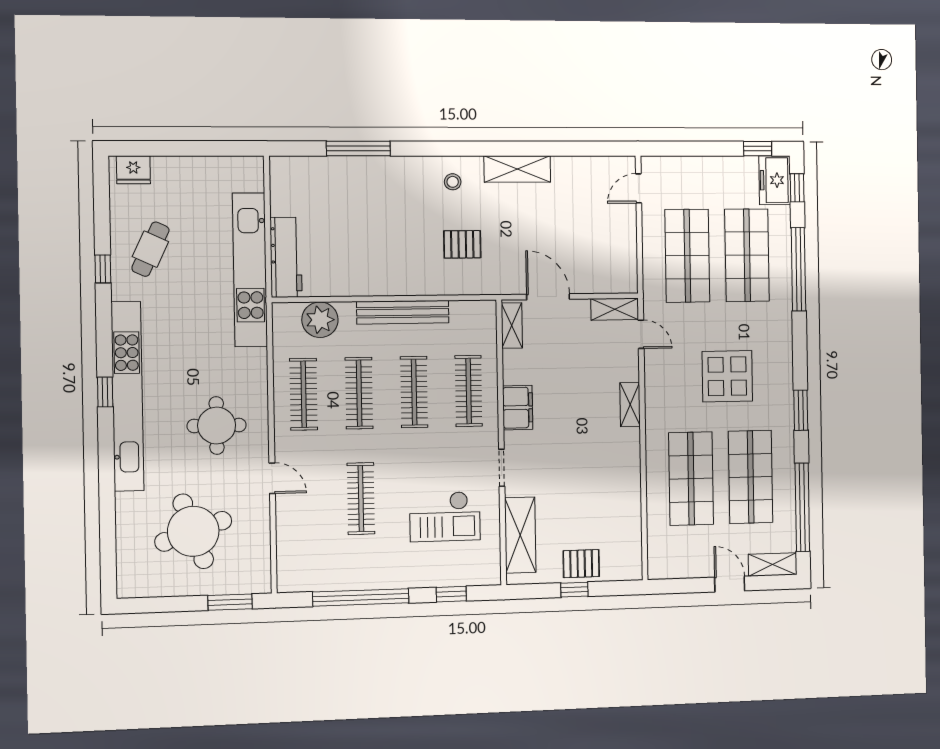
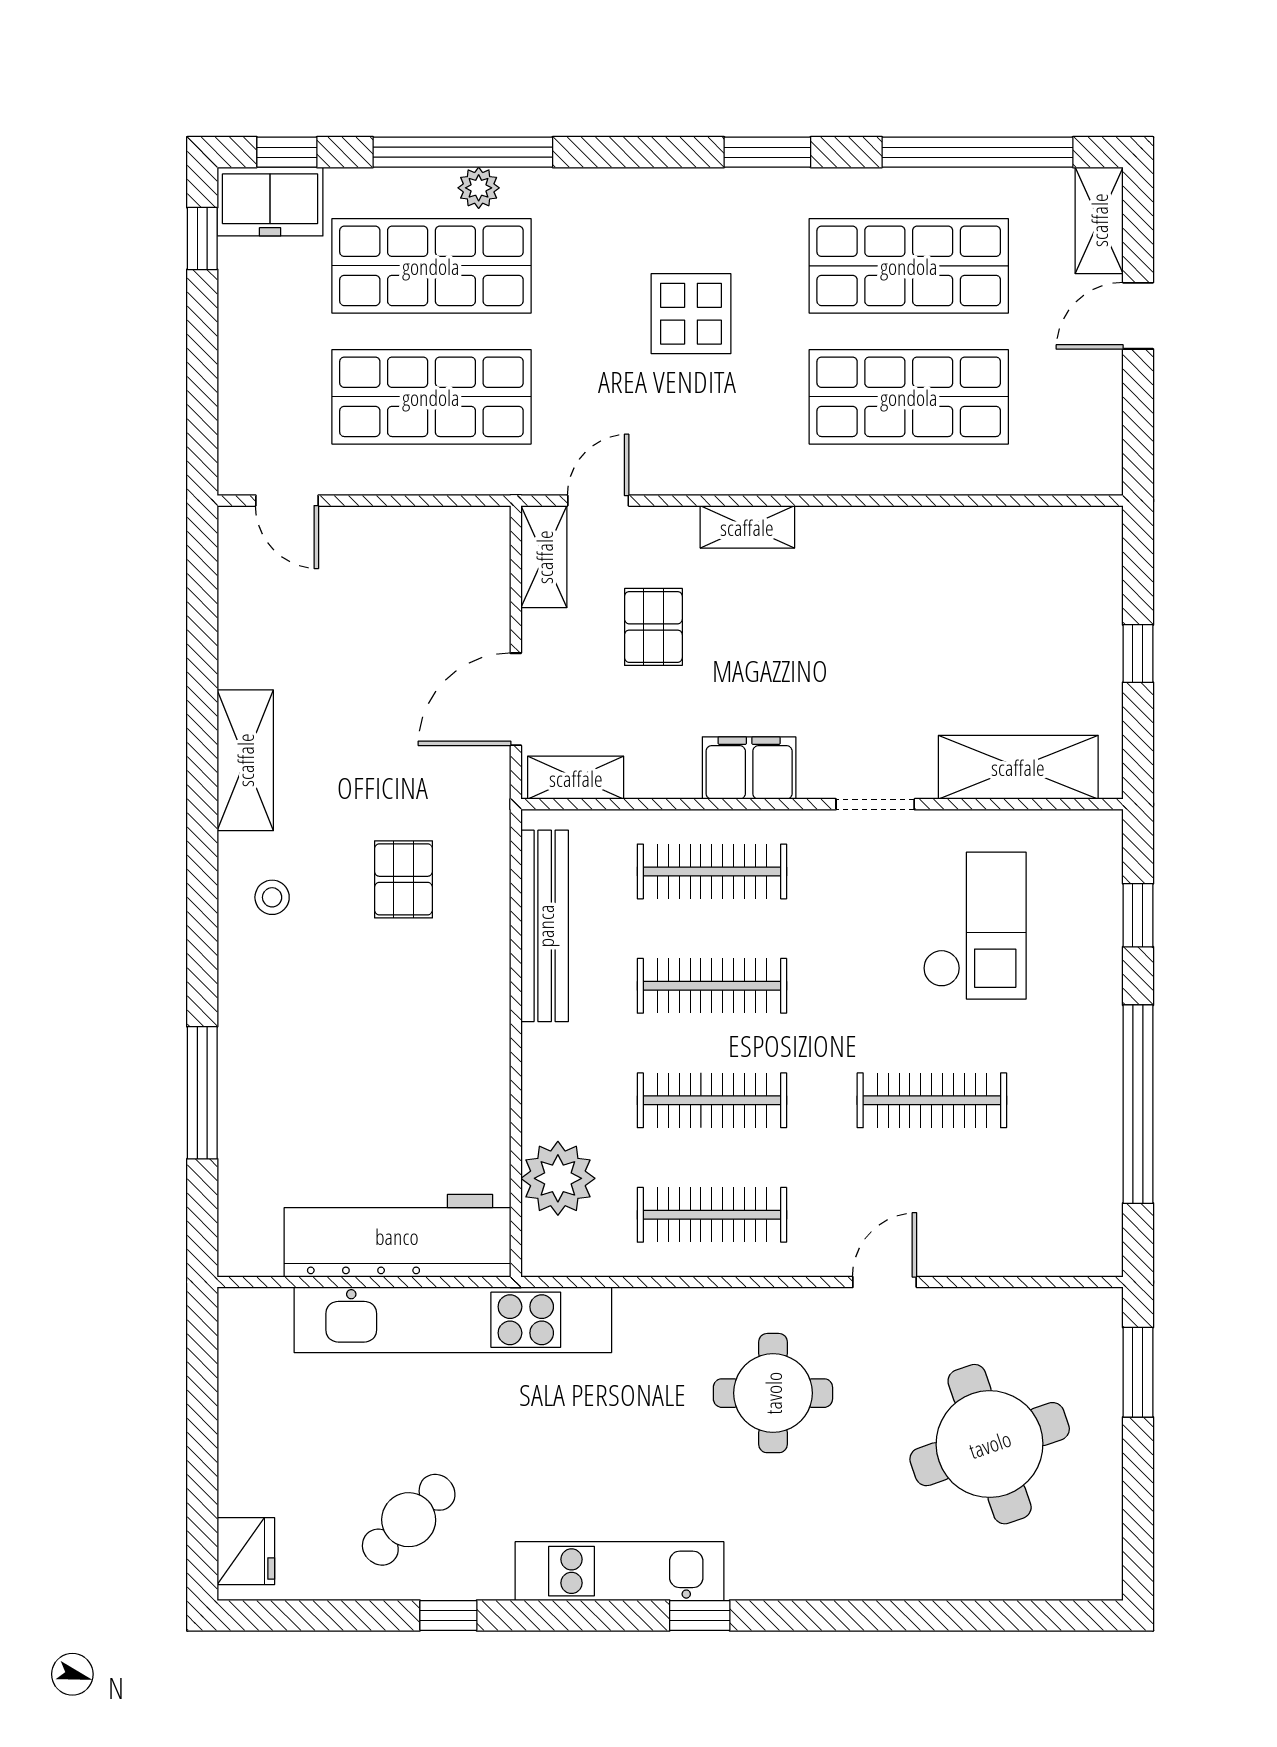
cafe table: (150, 249) -> (409, 1520), turned -69
workbench: (286, 257) -> (397, 1236), width x1.36, depth x1.32
plant: (783, 277) -> (479, 188), added
bench: (403, 312) -> (545, 926), moved
display table: (727, 376) -> (691, 314), width x0.73, depth x0.73
kitchen unit: (127, 396) -> (620, 1571), width x0.54
pallet: (581, 564) -> (653, 627), moved

